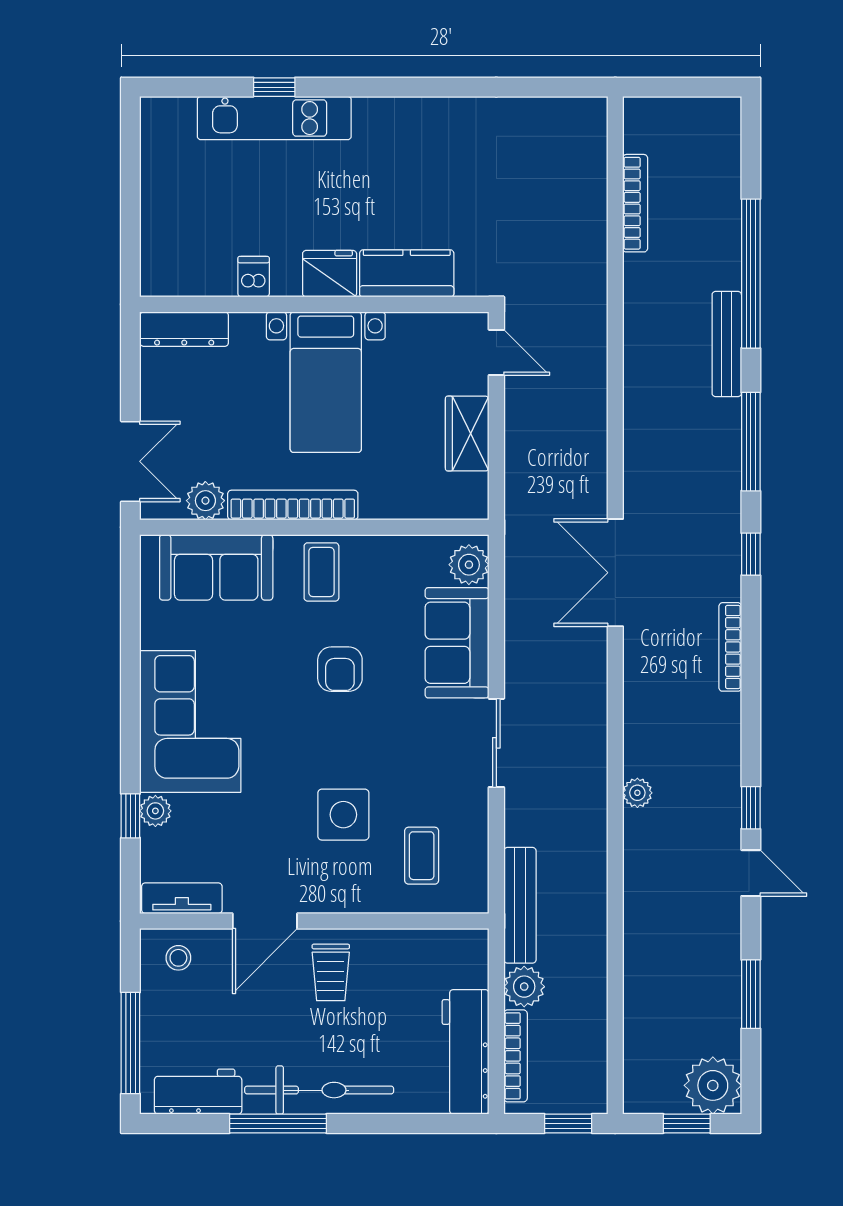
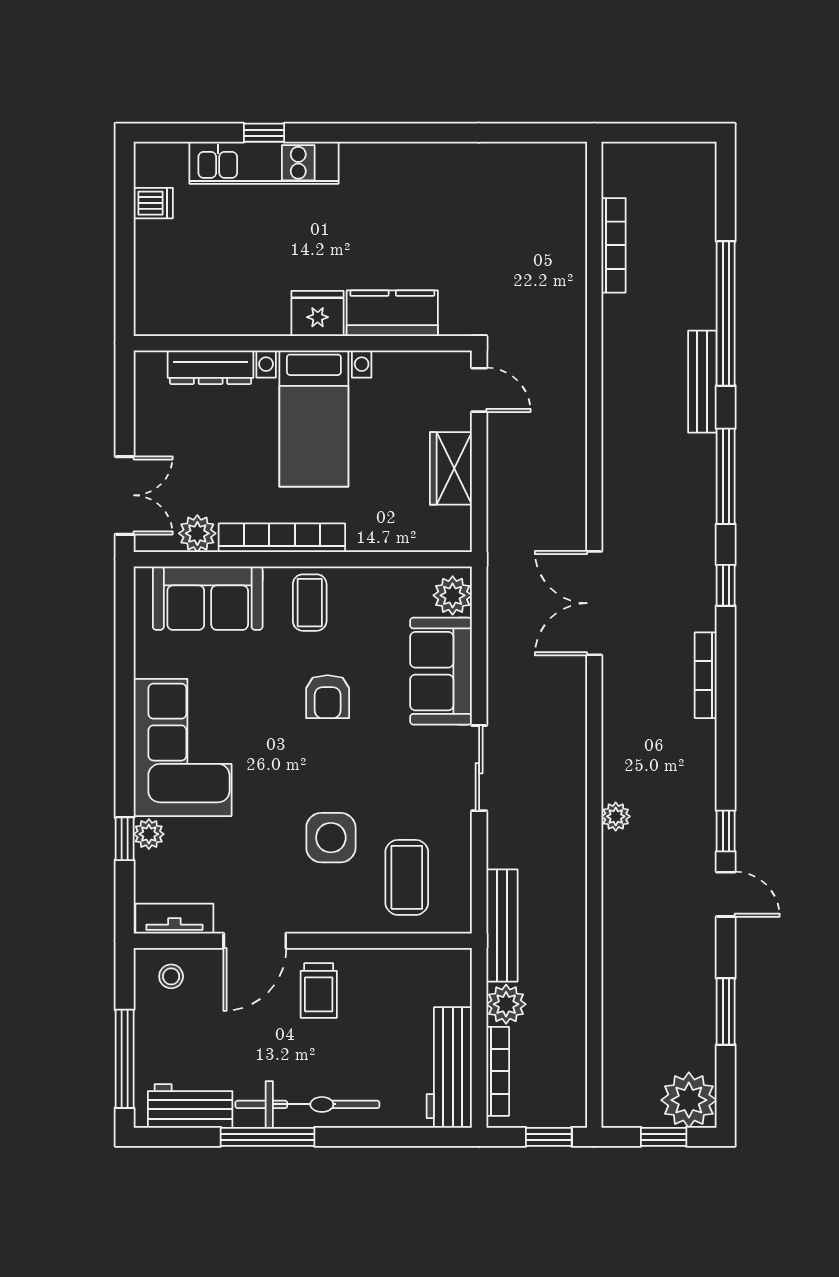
dishwasher: (254, 277) -> (153, 203), moved, turned 90
dresser: (184, 329) -> (211, 367), moved
coffee table: (422, 856) -> (407, 877), width x1.36, depth x1.30

